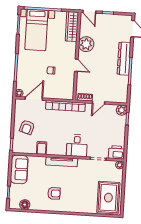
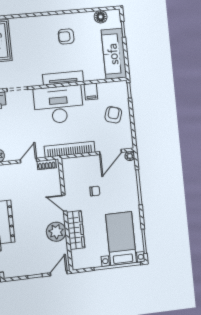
door: (89, 12) -> (59, 273), hinge flipped
wardrobe: (72, 27) -> (76, 230), moved
desk: (77, 146) -> (59, 105), width x1.87, depth x1.30
sofa: (19, 169) -> (114, 54), width x1.36

